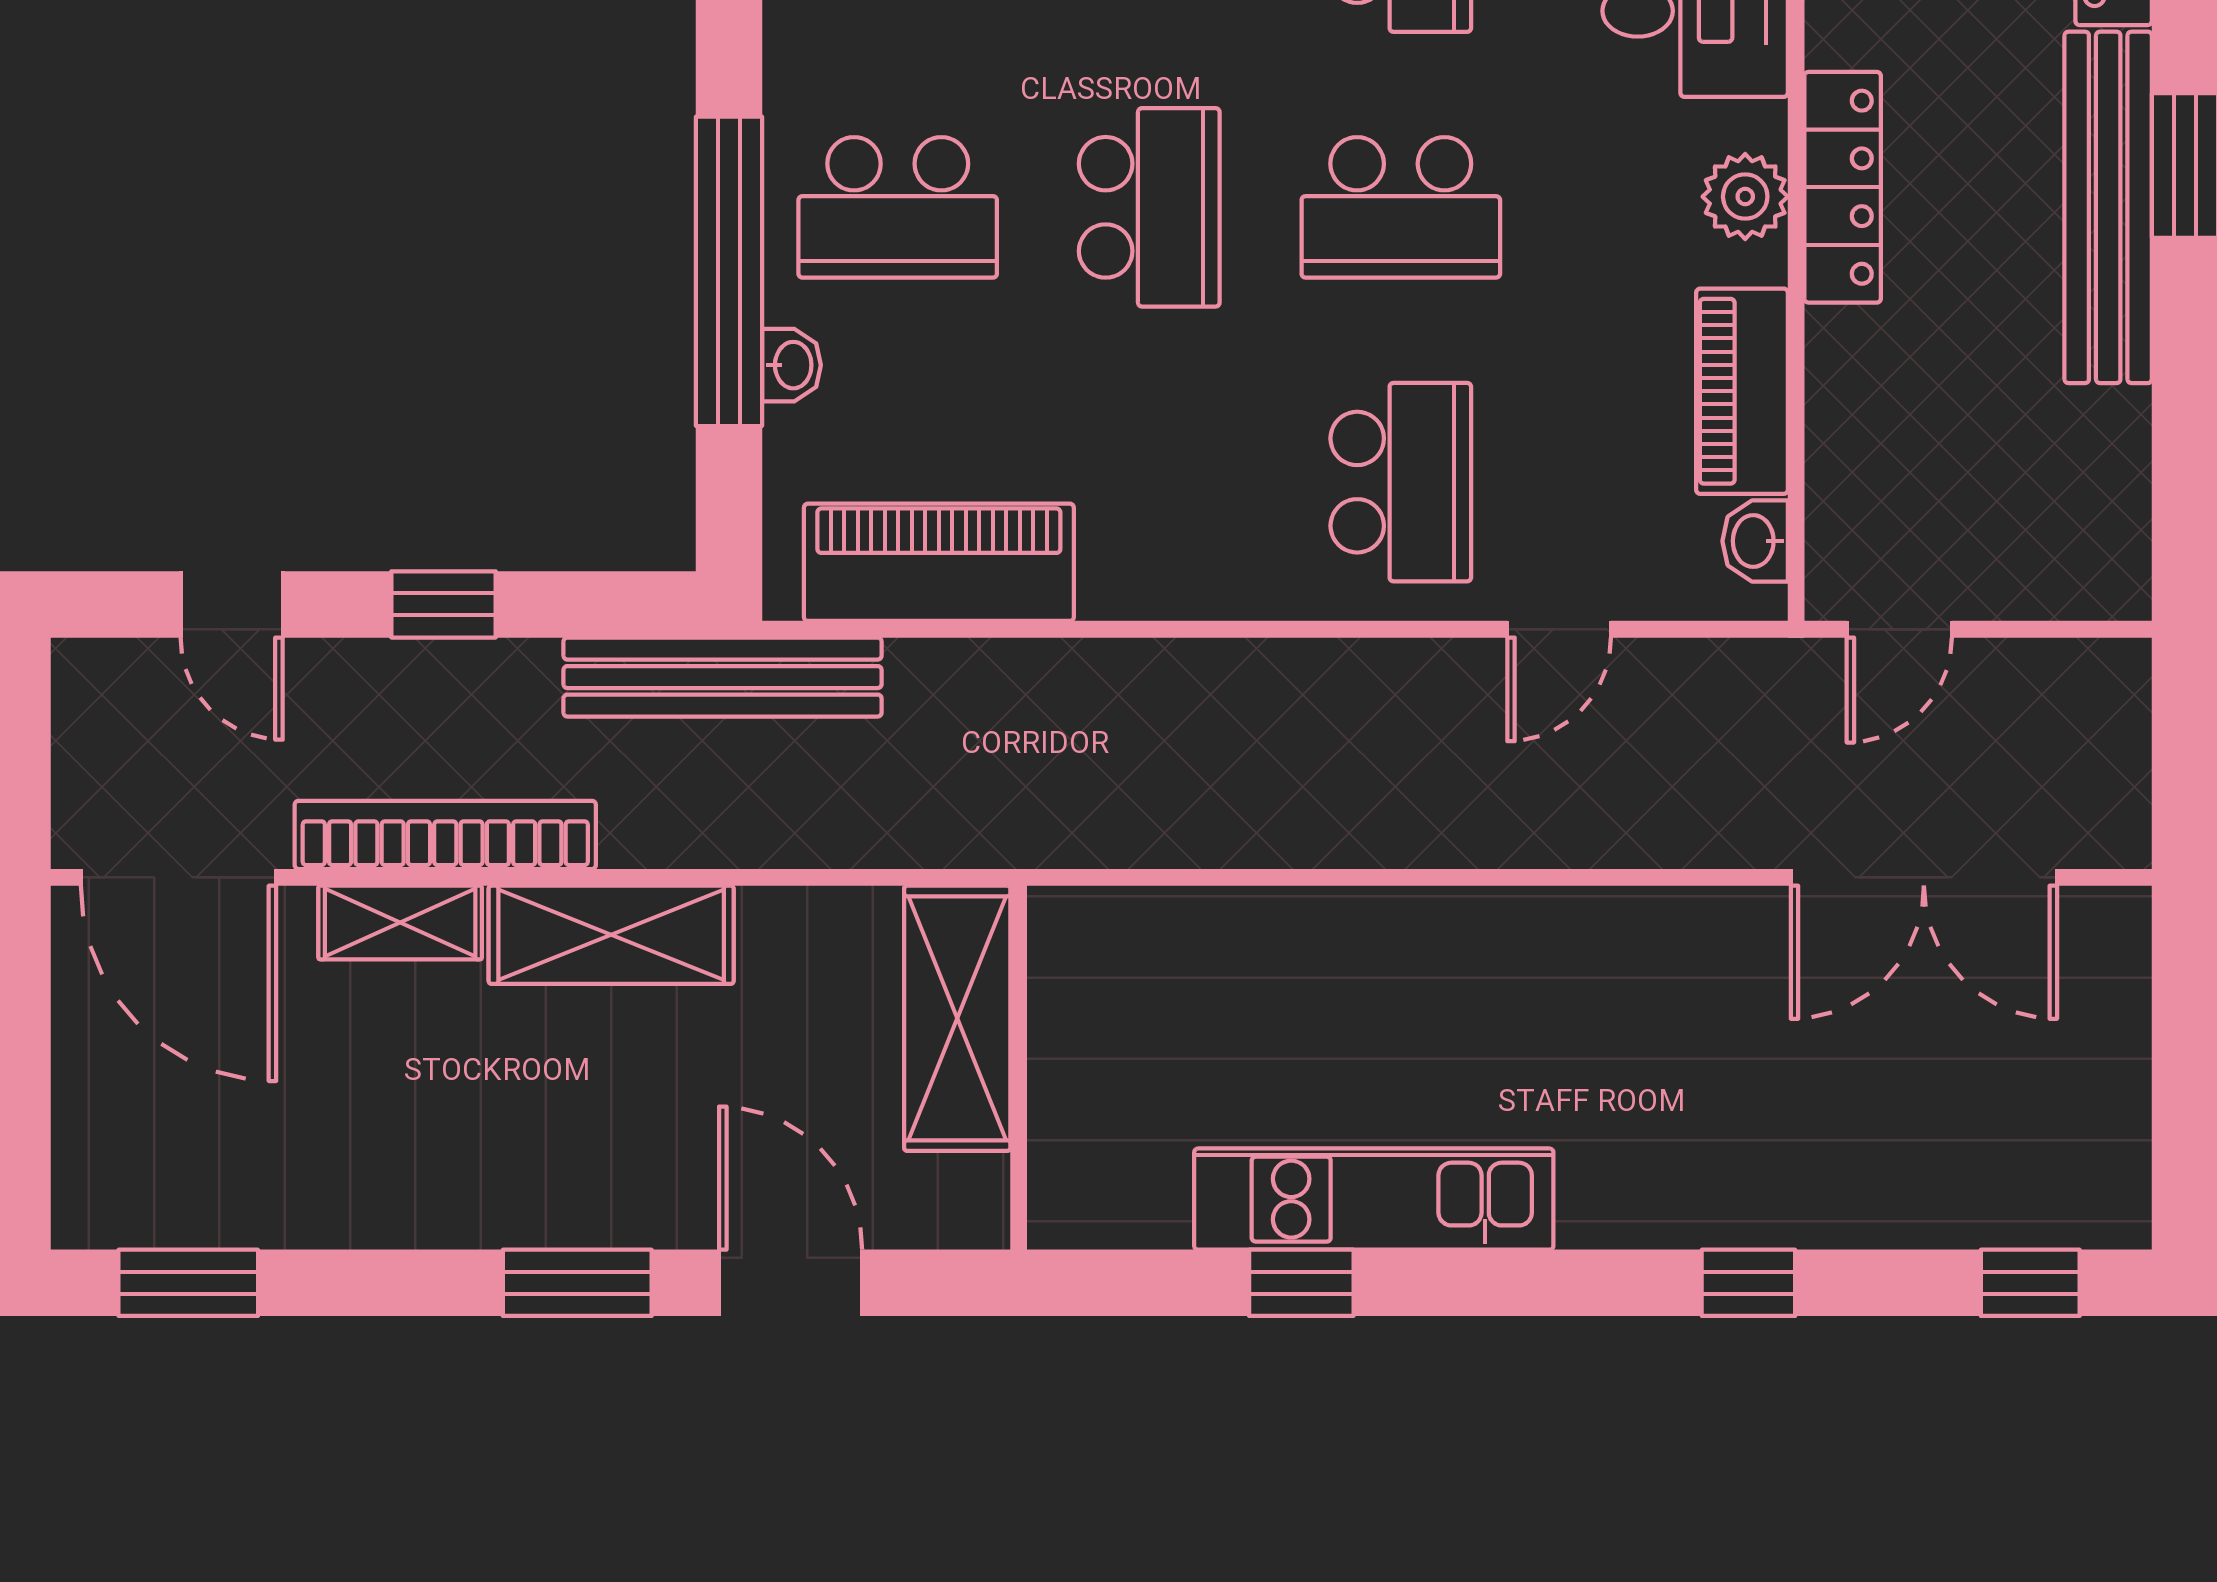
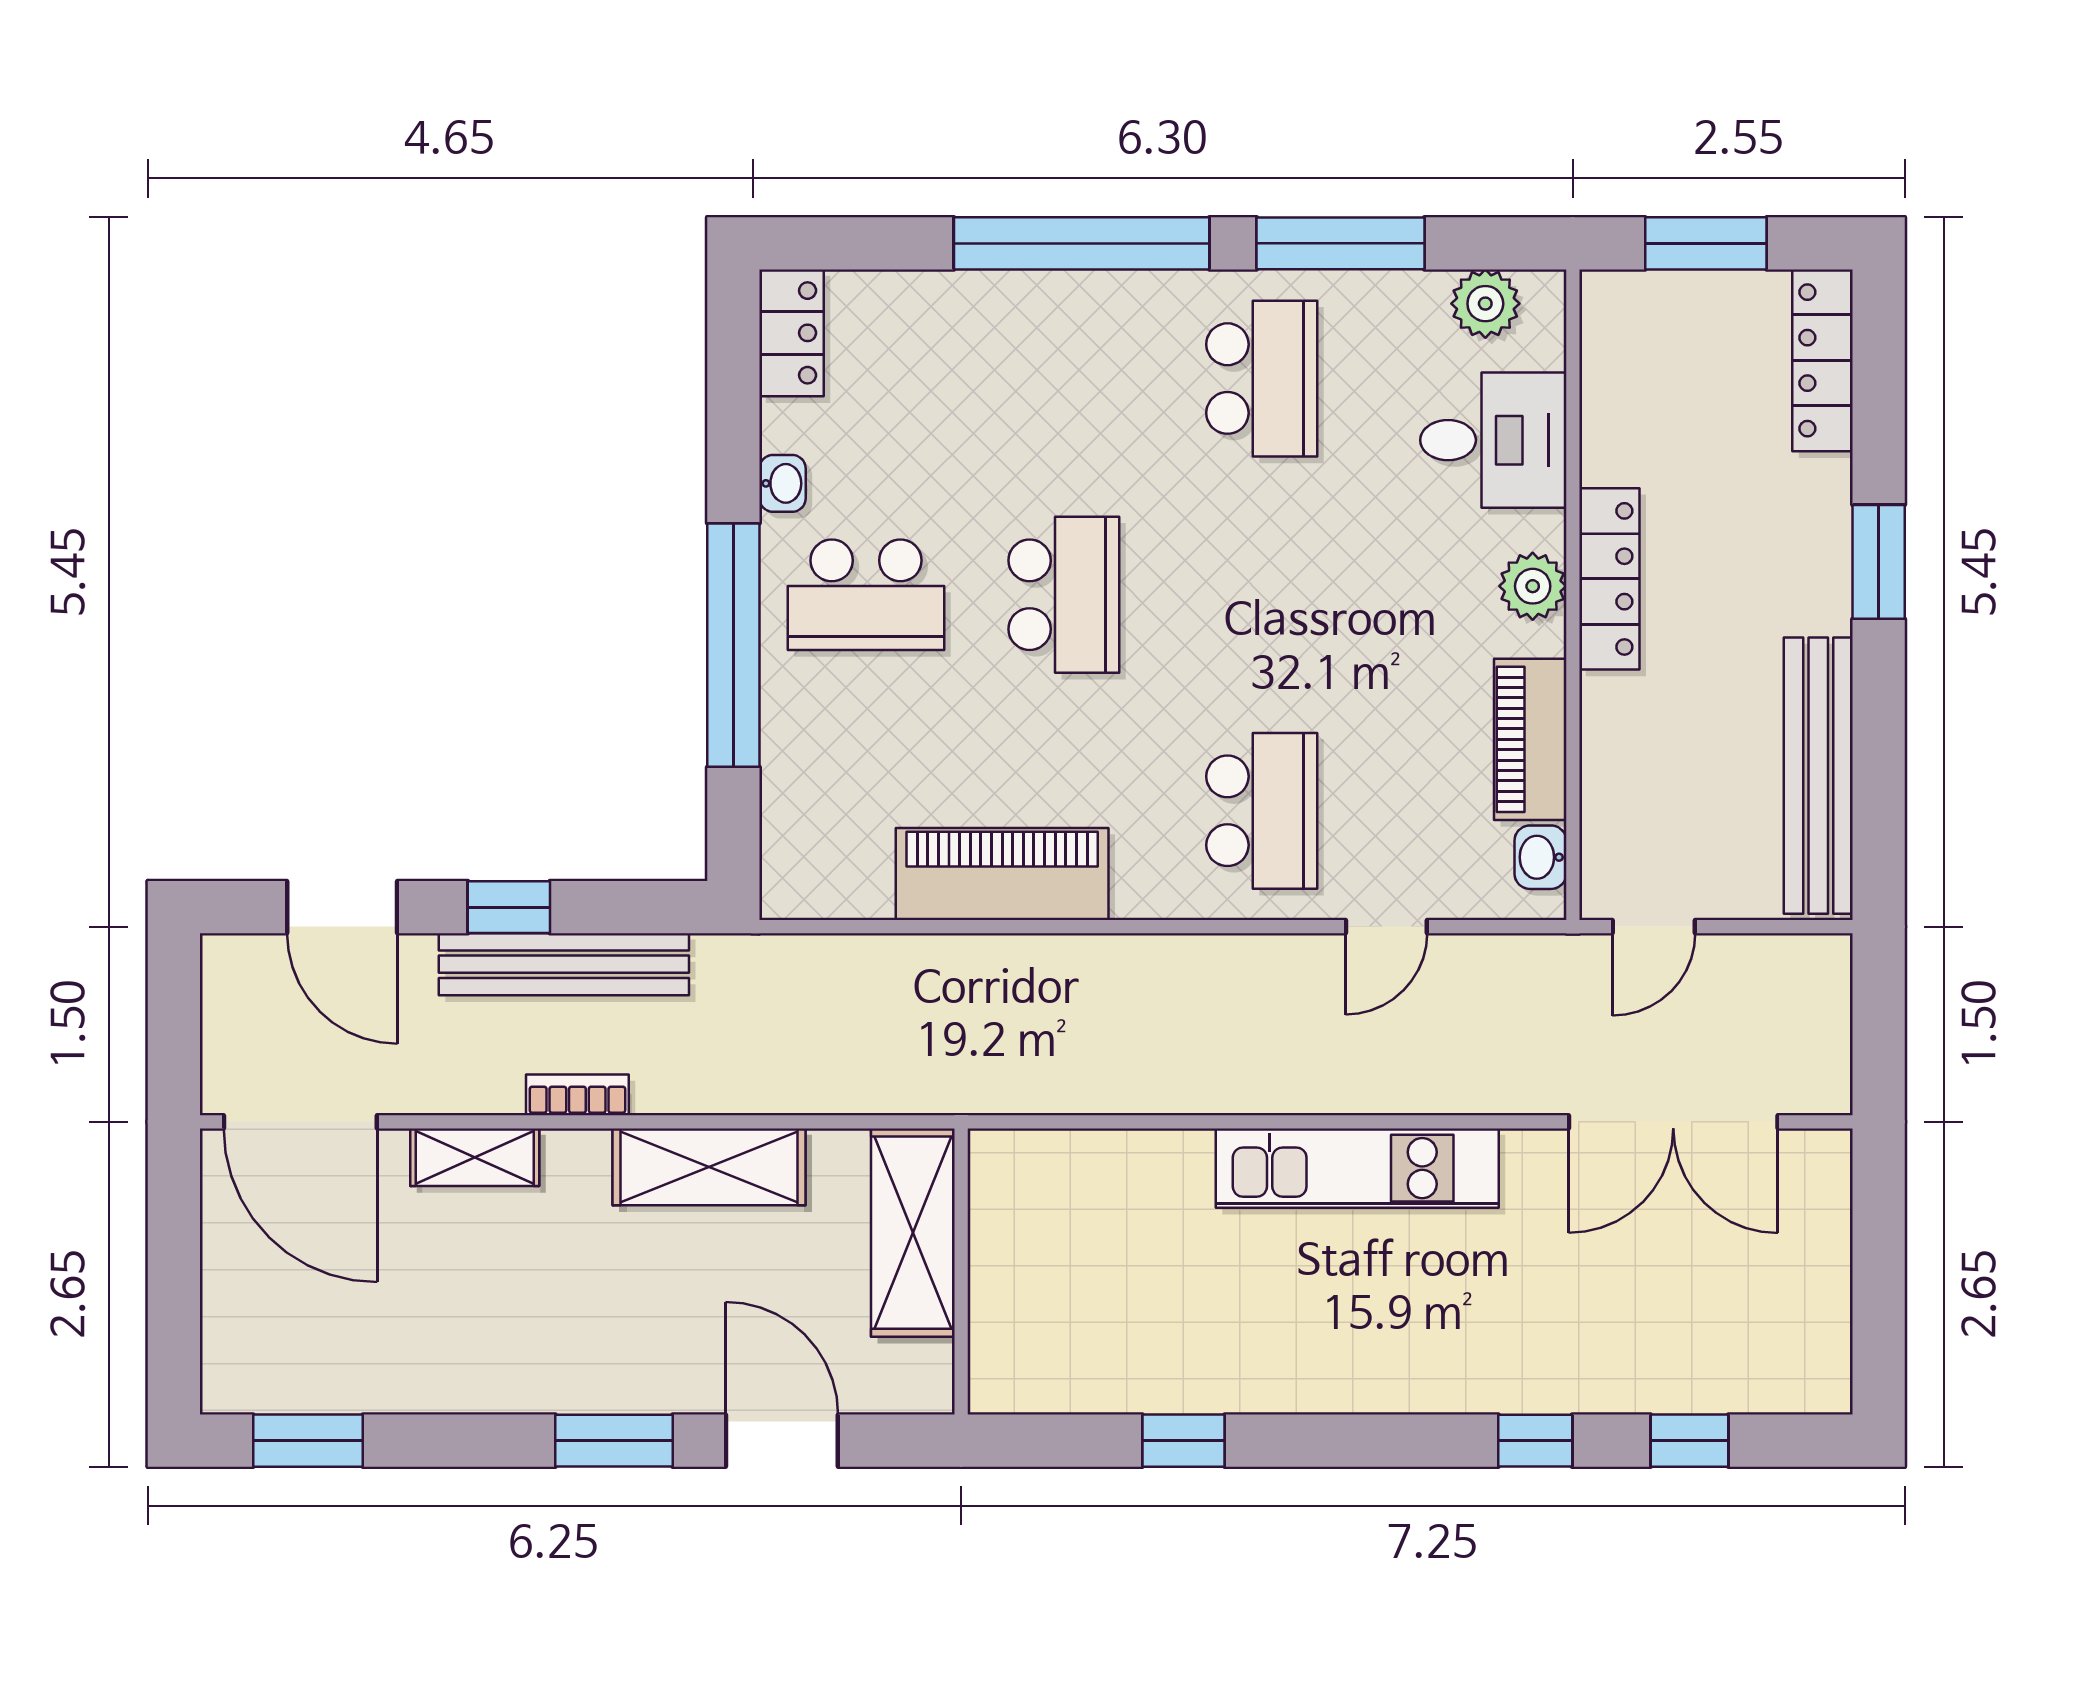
school desk: (1401, 207) -> (1262, 595), removed
bench: (2108, 207) -> (1818, 776), moved
washbasin: (791, 365) -> (783, 483), moved
piano: (939, 562) -> (1002, 874), moved
door: (232, 604) -> (342, 907), width x1.38
bench: (723, 677) -> (564, 964), moved
bookcase: (445, 835) -> (577, 1095), width x0.43, depth x0.76
shelving: (611, 935) -> (709, 1167), moved
kitchen unit: (1374, 1199) -> (1357, 1168), moved, turned 180
window: (2030, 1283) -> (1690, 1441), moved

